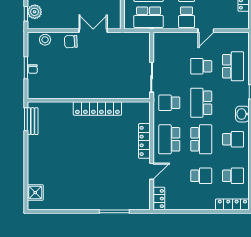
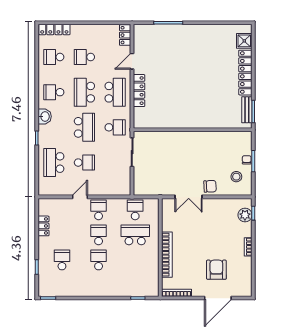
school desk: (149, 17) -> (135, 210), width x0.54
stool: (45, 40) -> (236, 177), moved
locker: (97, 109) -> (245, 73), moved, turned -90

